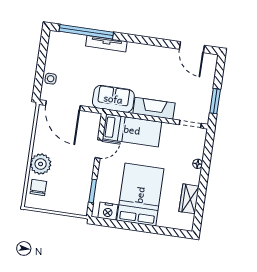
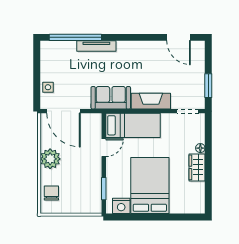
plant: (41, 164) -> (50, 159), moved
wardrobe: (189, 199) -> (197, 167), moved

